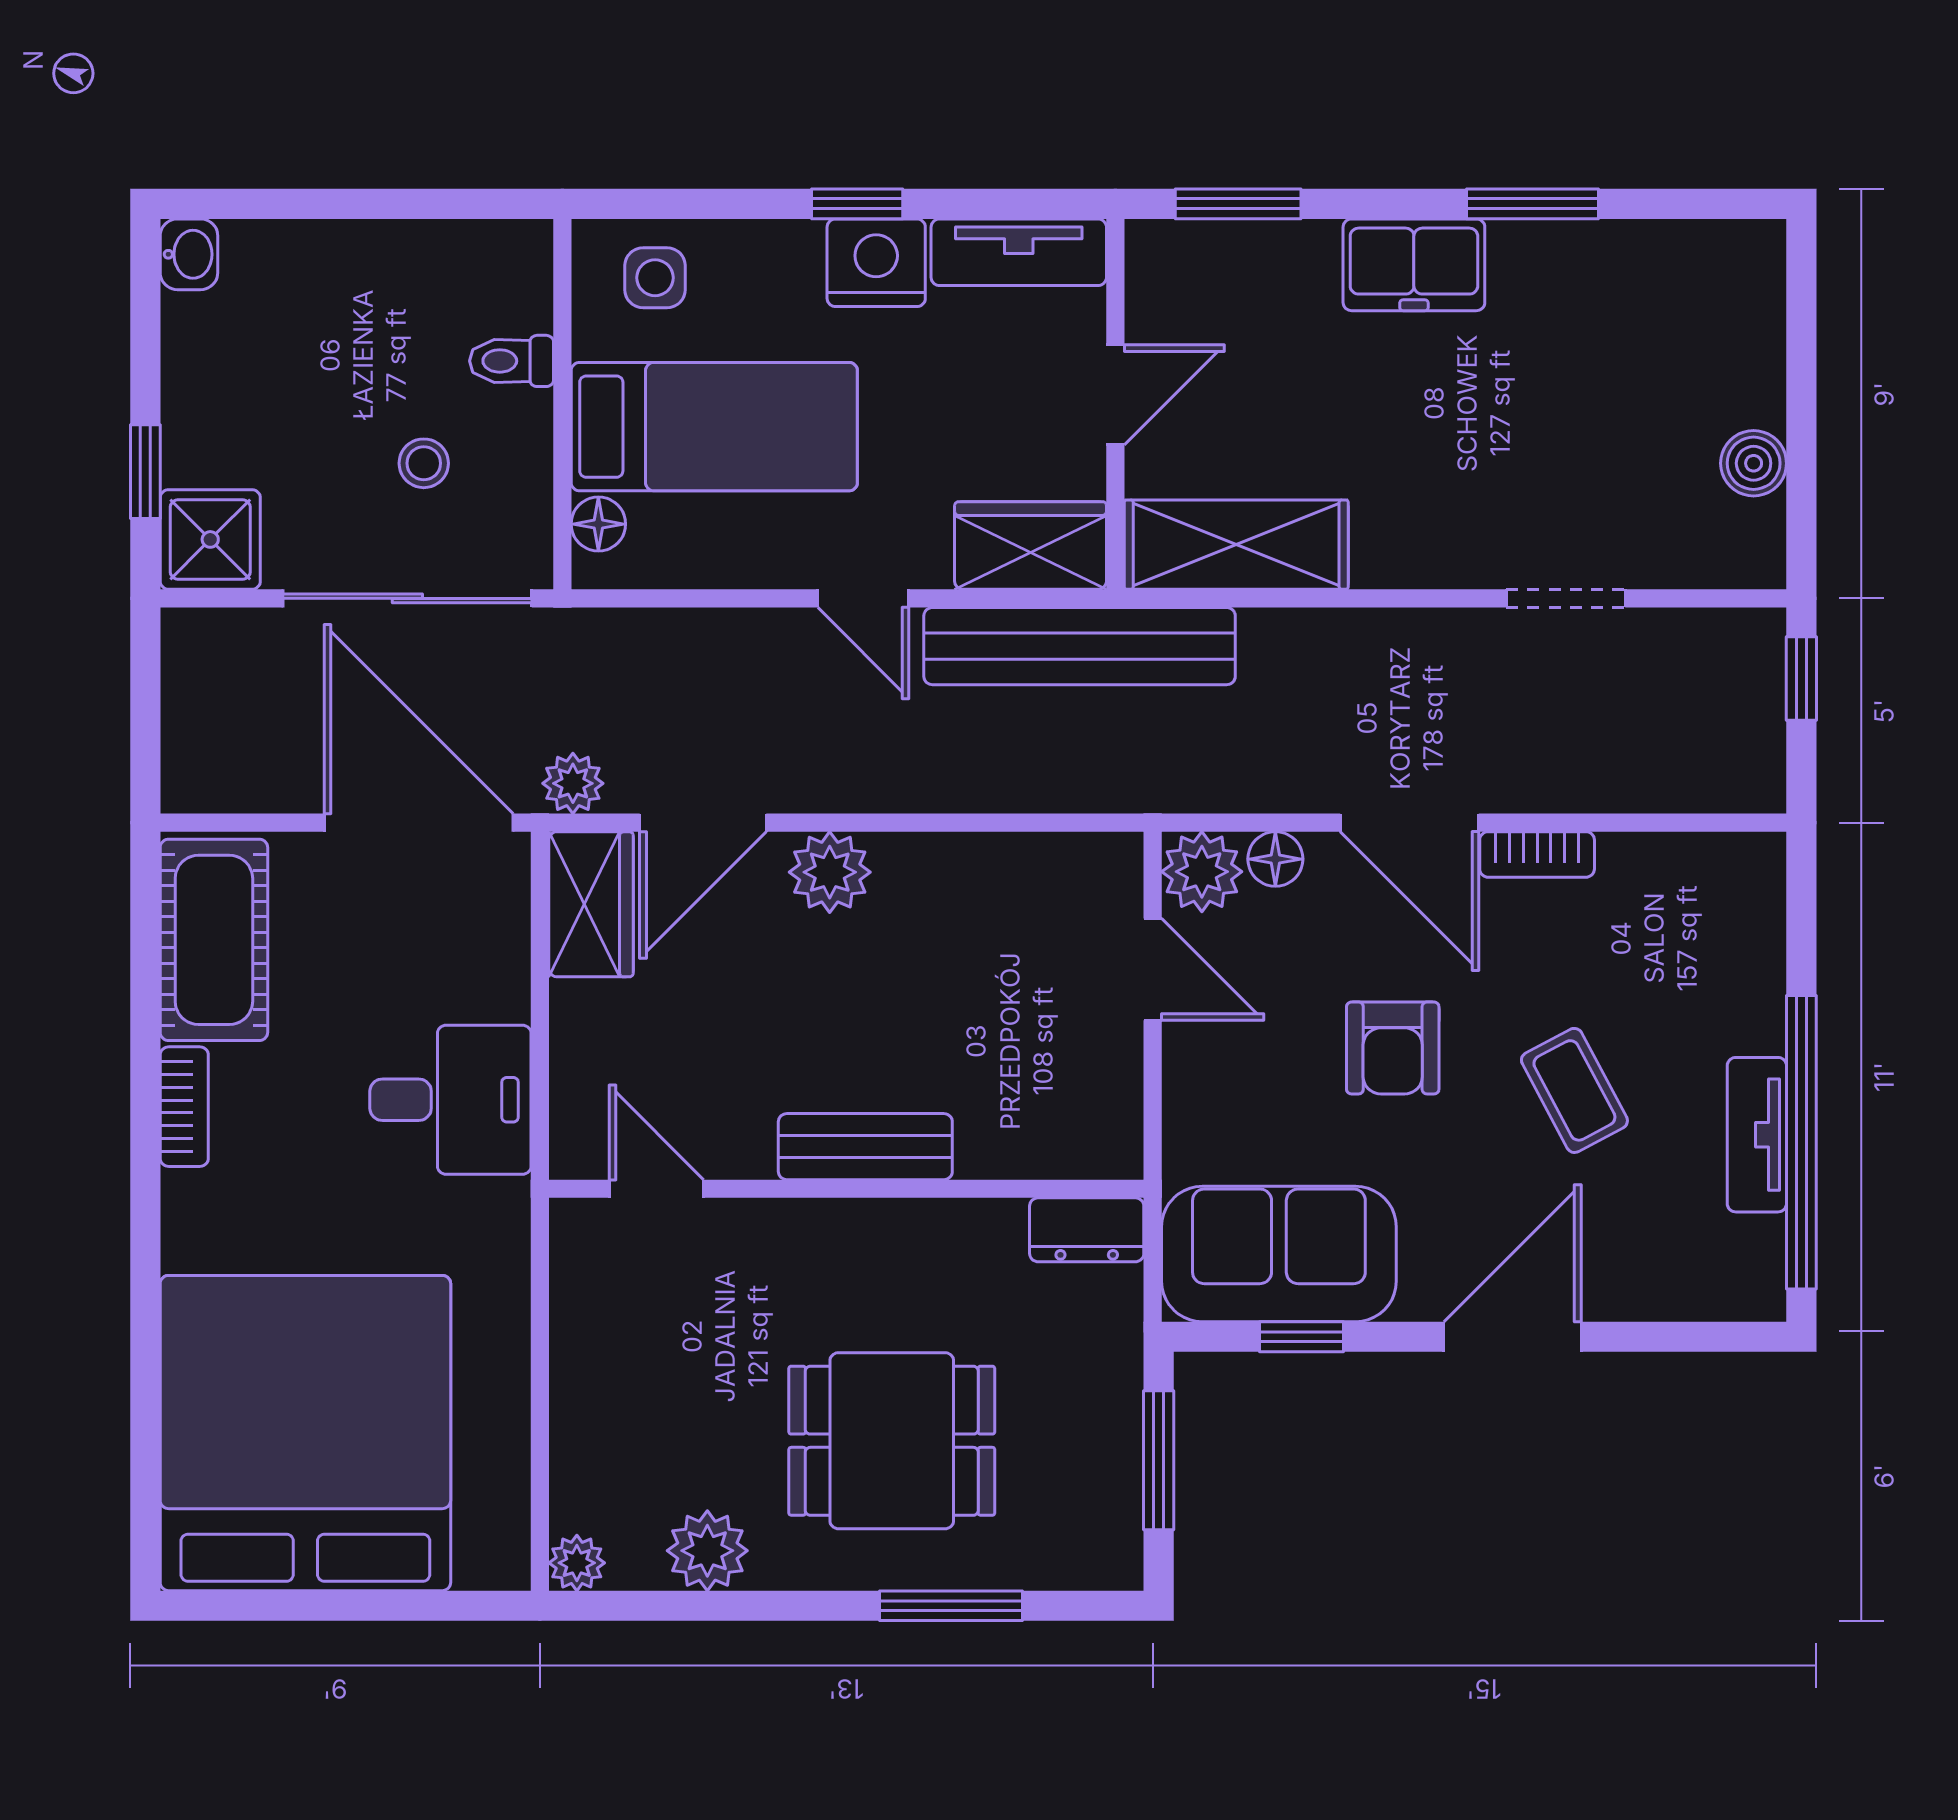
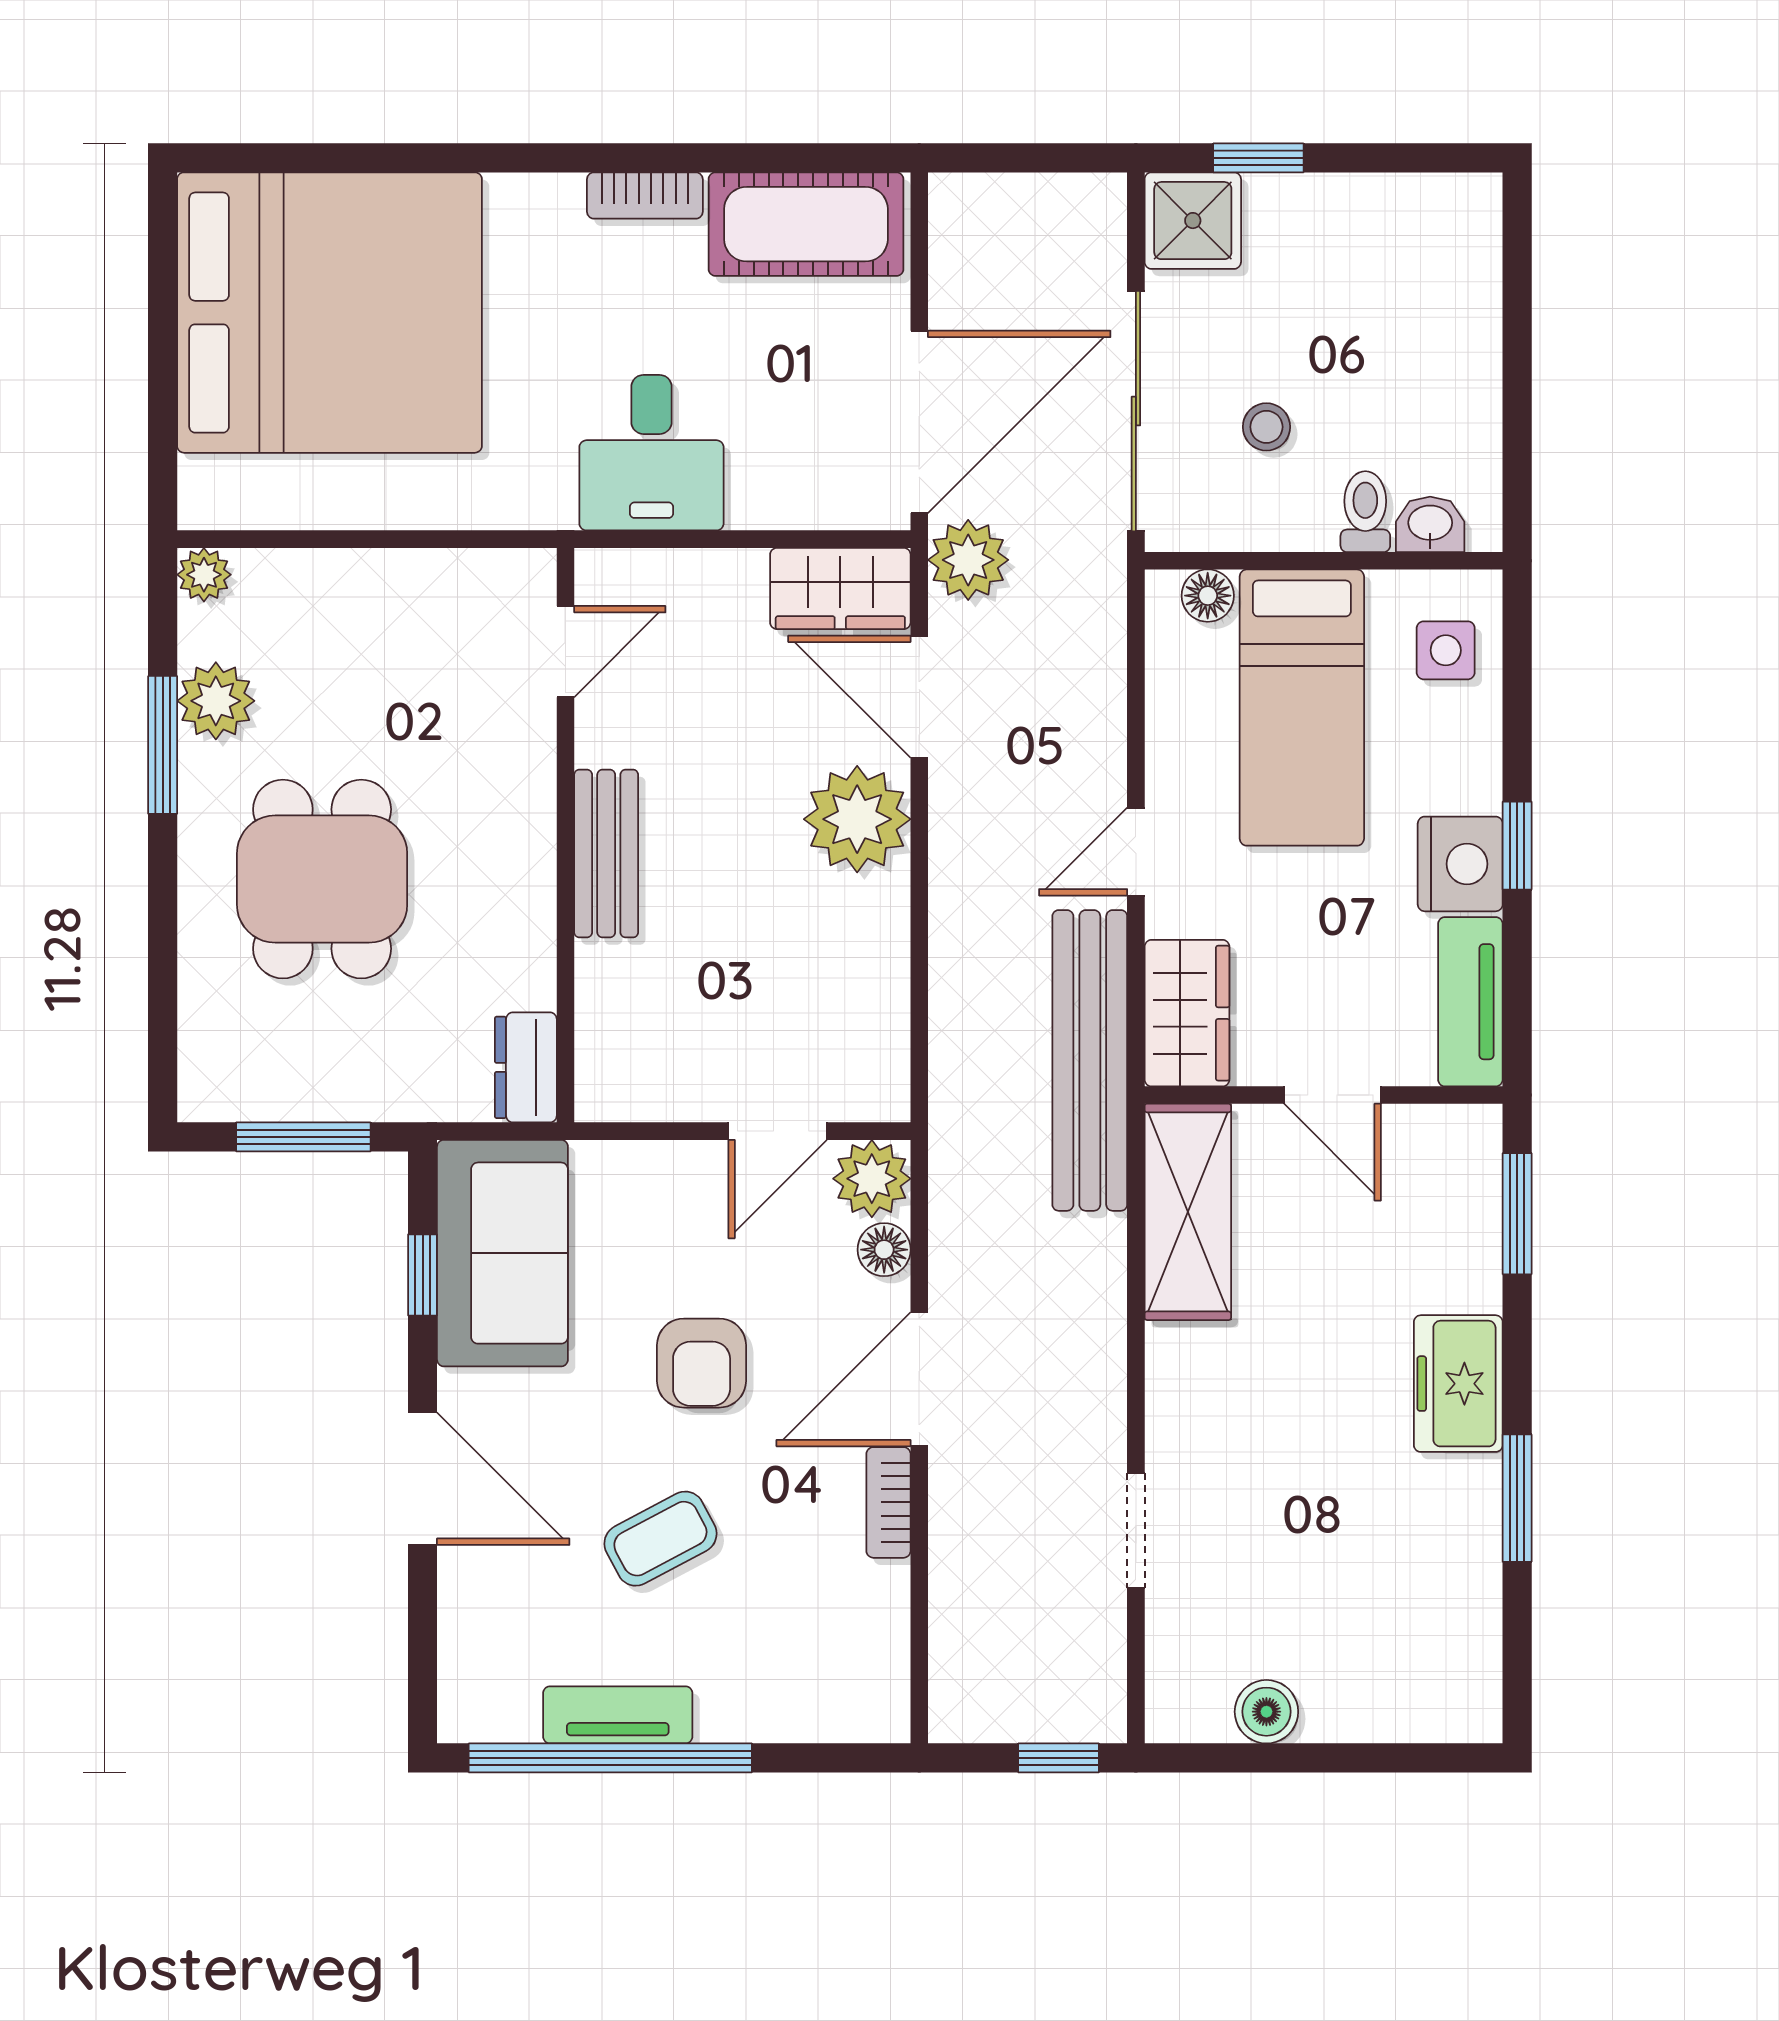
washbasin: (189, 254) -> (1430, 524), moved, turned 180
plant: (573, 783) -> (968, 560), width x1.38, depth x1.38
plant: (830, 872) -> (857, 819), width x1.36, depth x1.36
armchair: (1393, 1048) -> (702, 1363), turned -90
window: (951, 1606) -> (163, 745), moved

